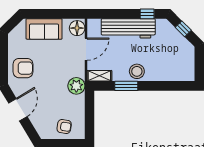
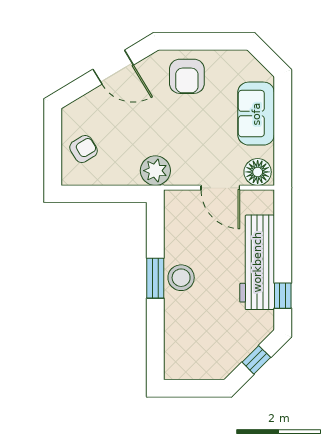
shelving: (99, 76) -> (173, 211), removed
window: (126, 86) -> (155, 278), moved
armchair: (64, 126) -> (84, 149), turned -130

